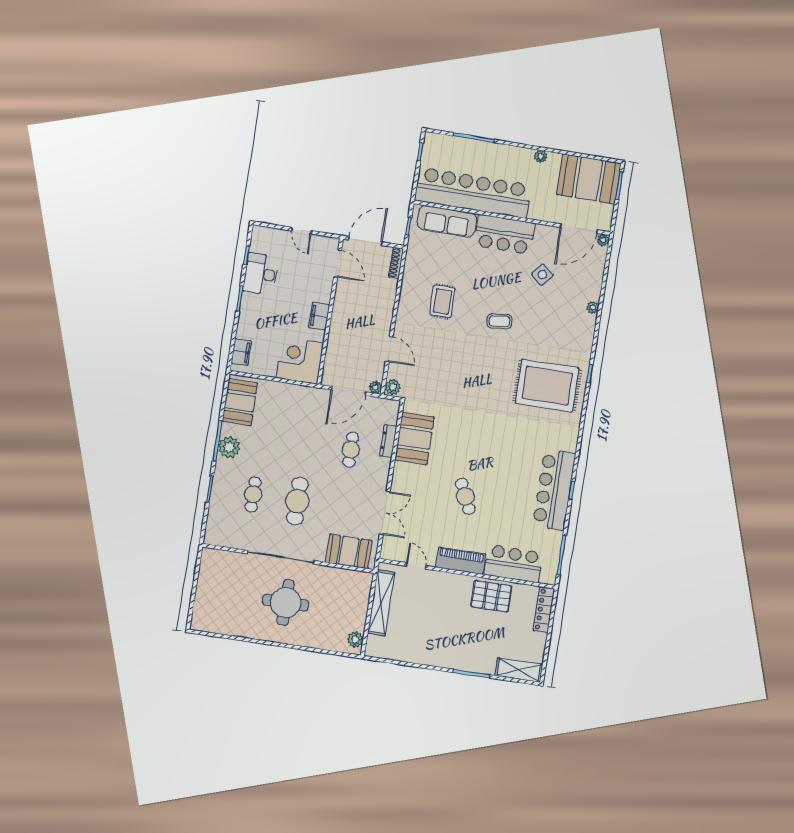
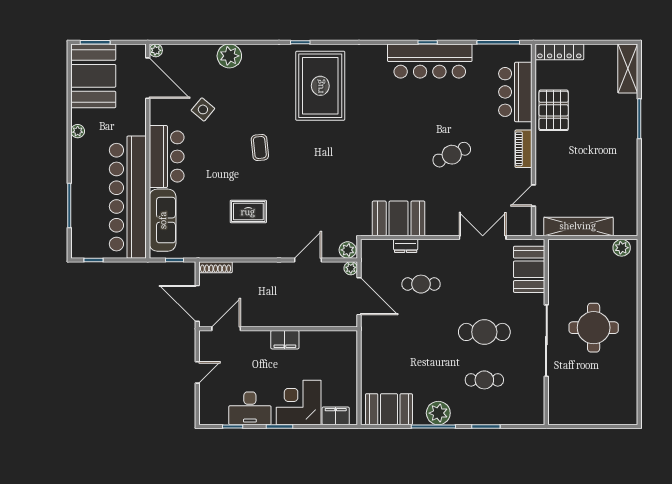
plant: (593, 307) -> (229, 56), width x1.88, depth x1.88
corner desk: (300, 361) -> (299, 403), moved, turned 90
dresser: (388, 441) -> (406, 246), width x0.70
piano: (461, 561) -> (523, 149), width x0.73, depth x0.75

